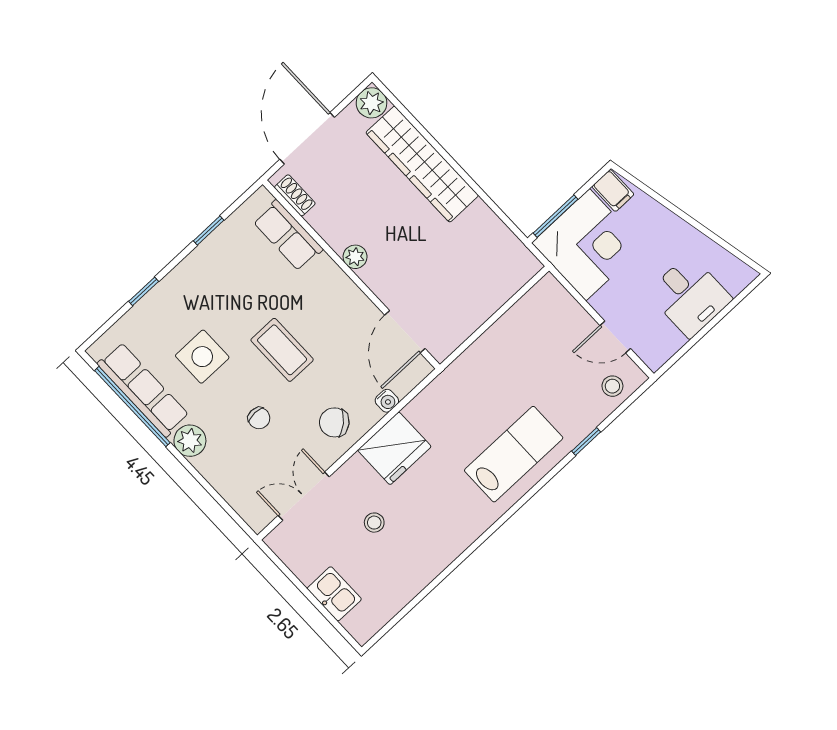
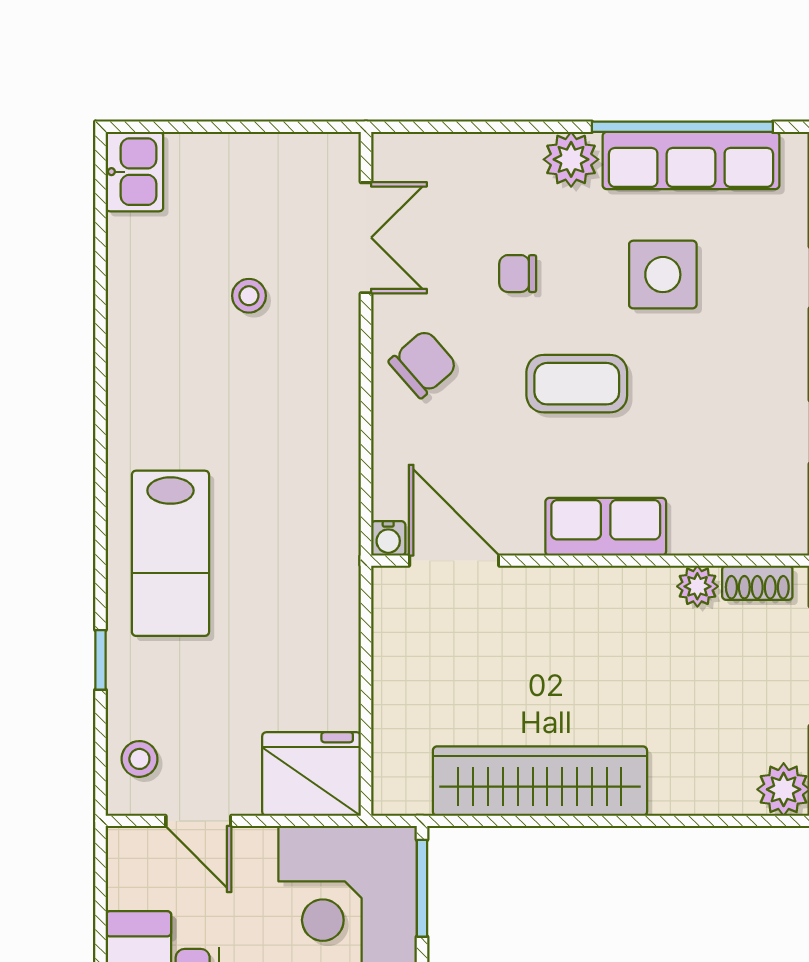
wardrobe: (422, 164) -> (540, 781), moved
row of seats: (288, 235) -> (606, 527), moved
plant: (355, 257) -> (697, 586), moved
door: (615, 337) -> (198, 821), swing flipped
water cooler: (387, 401) -> (388, 538), moved, turned -90
fridge: (394, 448) -> (312, 774), moved, turned 90
kitchen sink: (334, 594) -> (134, 172), moved, turned -90

